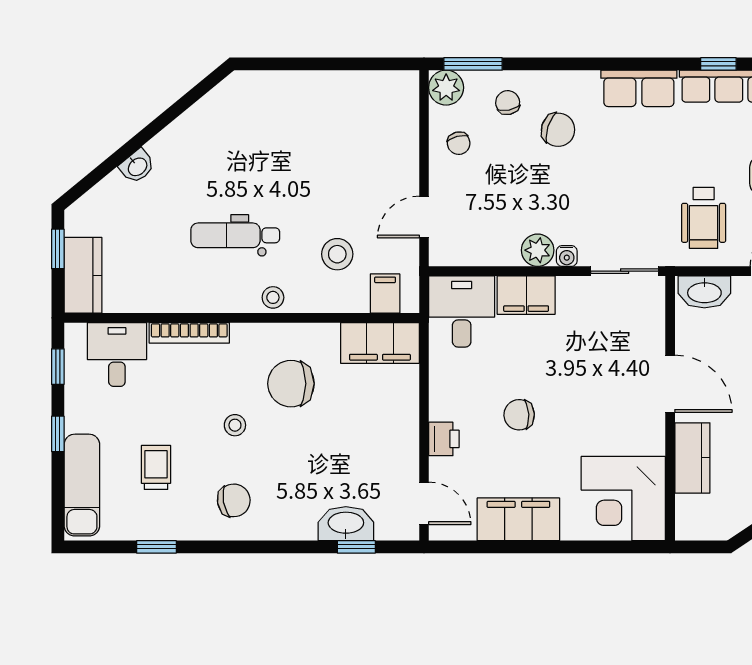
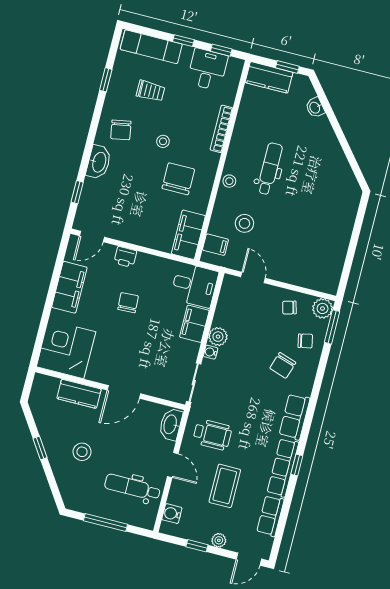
washbasin: (137, 166) -> (315, 108), moved
wheelchair: (704, 218) -> (212, 435), turned 180
desk: (117, 354) -> (207, 69), moved, turned -90
washbasin: (346, 524) -> (99, 162), moved

